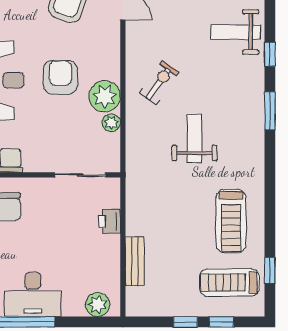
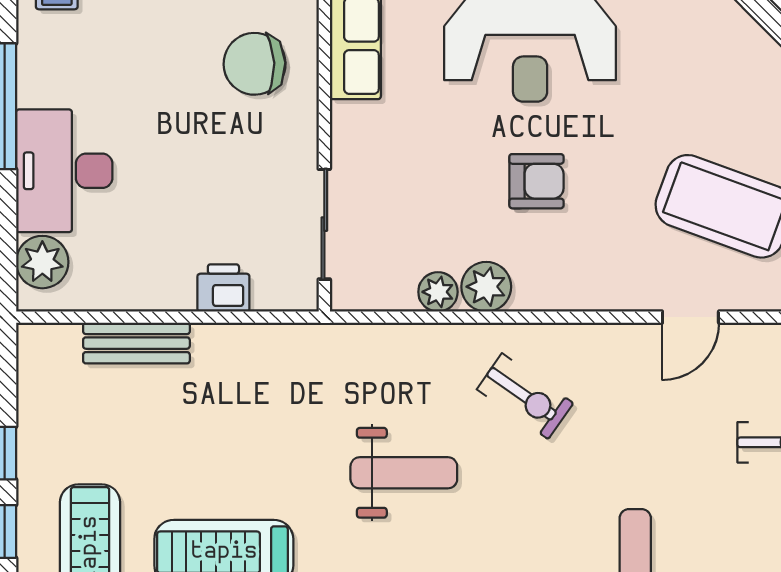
armchair: (60, 77) -> (536, 181), width x0.72, depth x0.72
plant: (105, 96) -> (486, 287), width x0.73, depth x0.73
desk: (33, 294) -> (64, 171), moved

